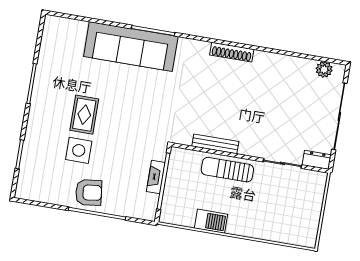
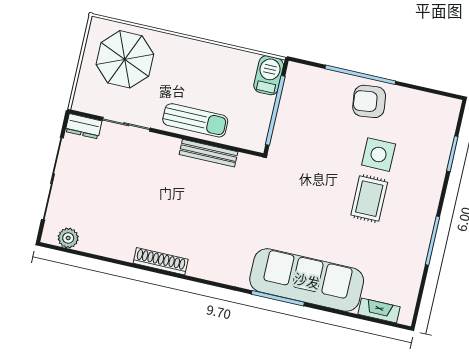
shoe rack: (232, 52) -> (161, 261), moved
fireplace: (156, 177) -> (379, 311), moved, turned -90
parasol: (287, 215) -> (125, 59), added
barbecue: (211, 221) -> (269, 75), moved, turned 90

